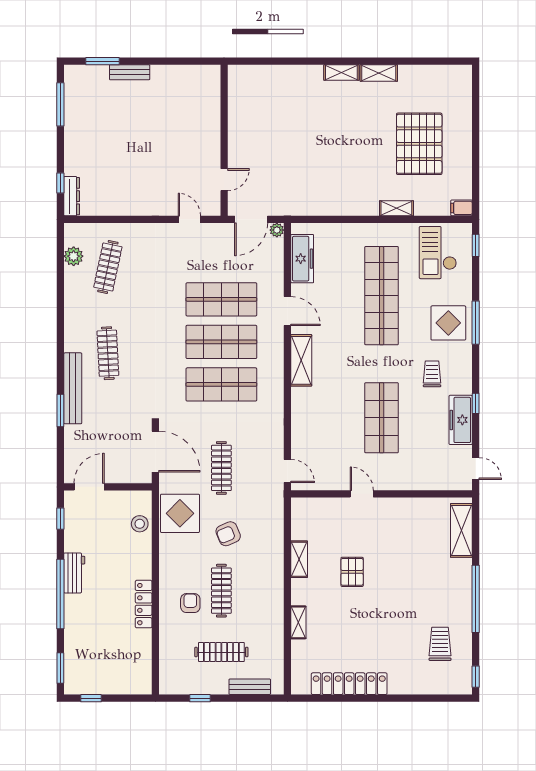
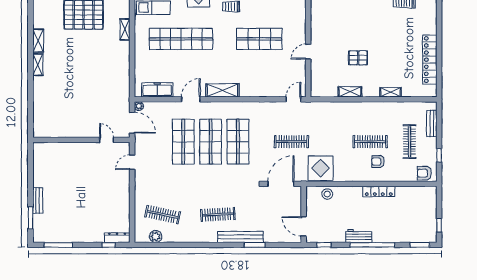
armchair: (228, 534) -> (424, 173), moved, turned 113

